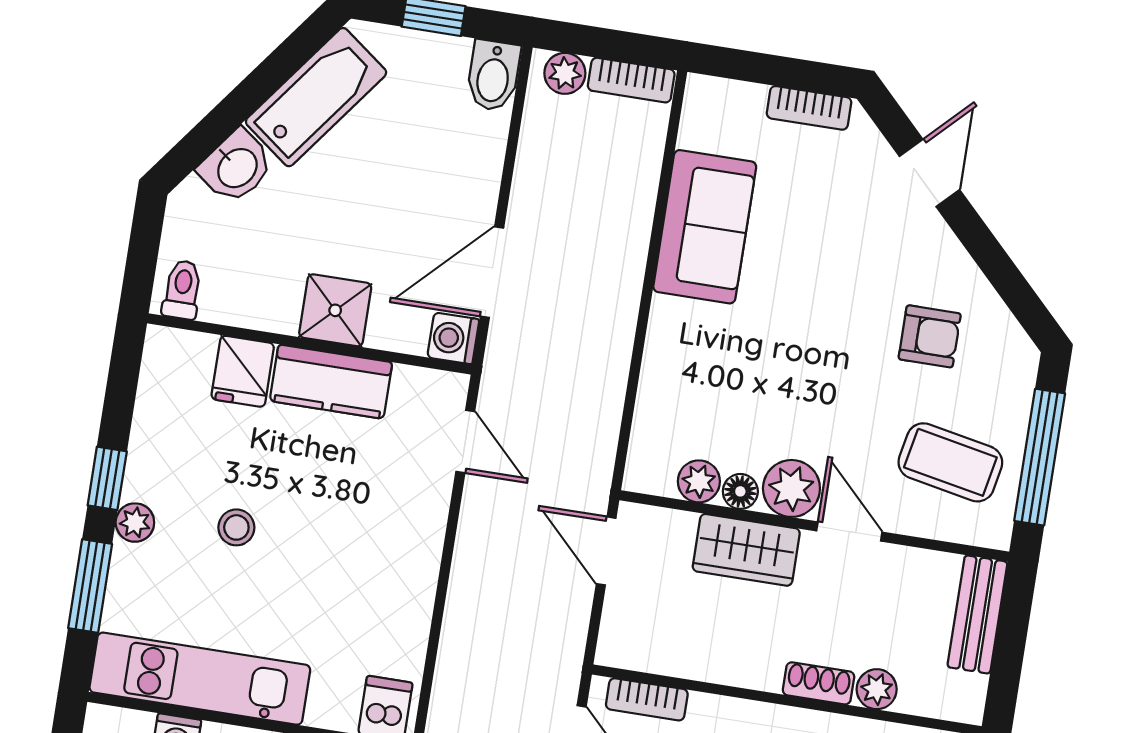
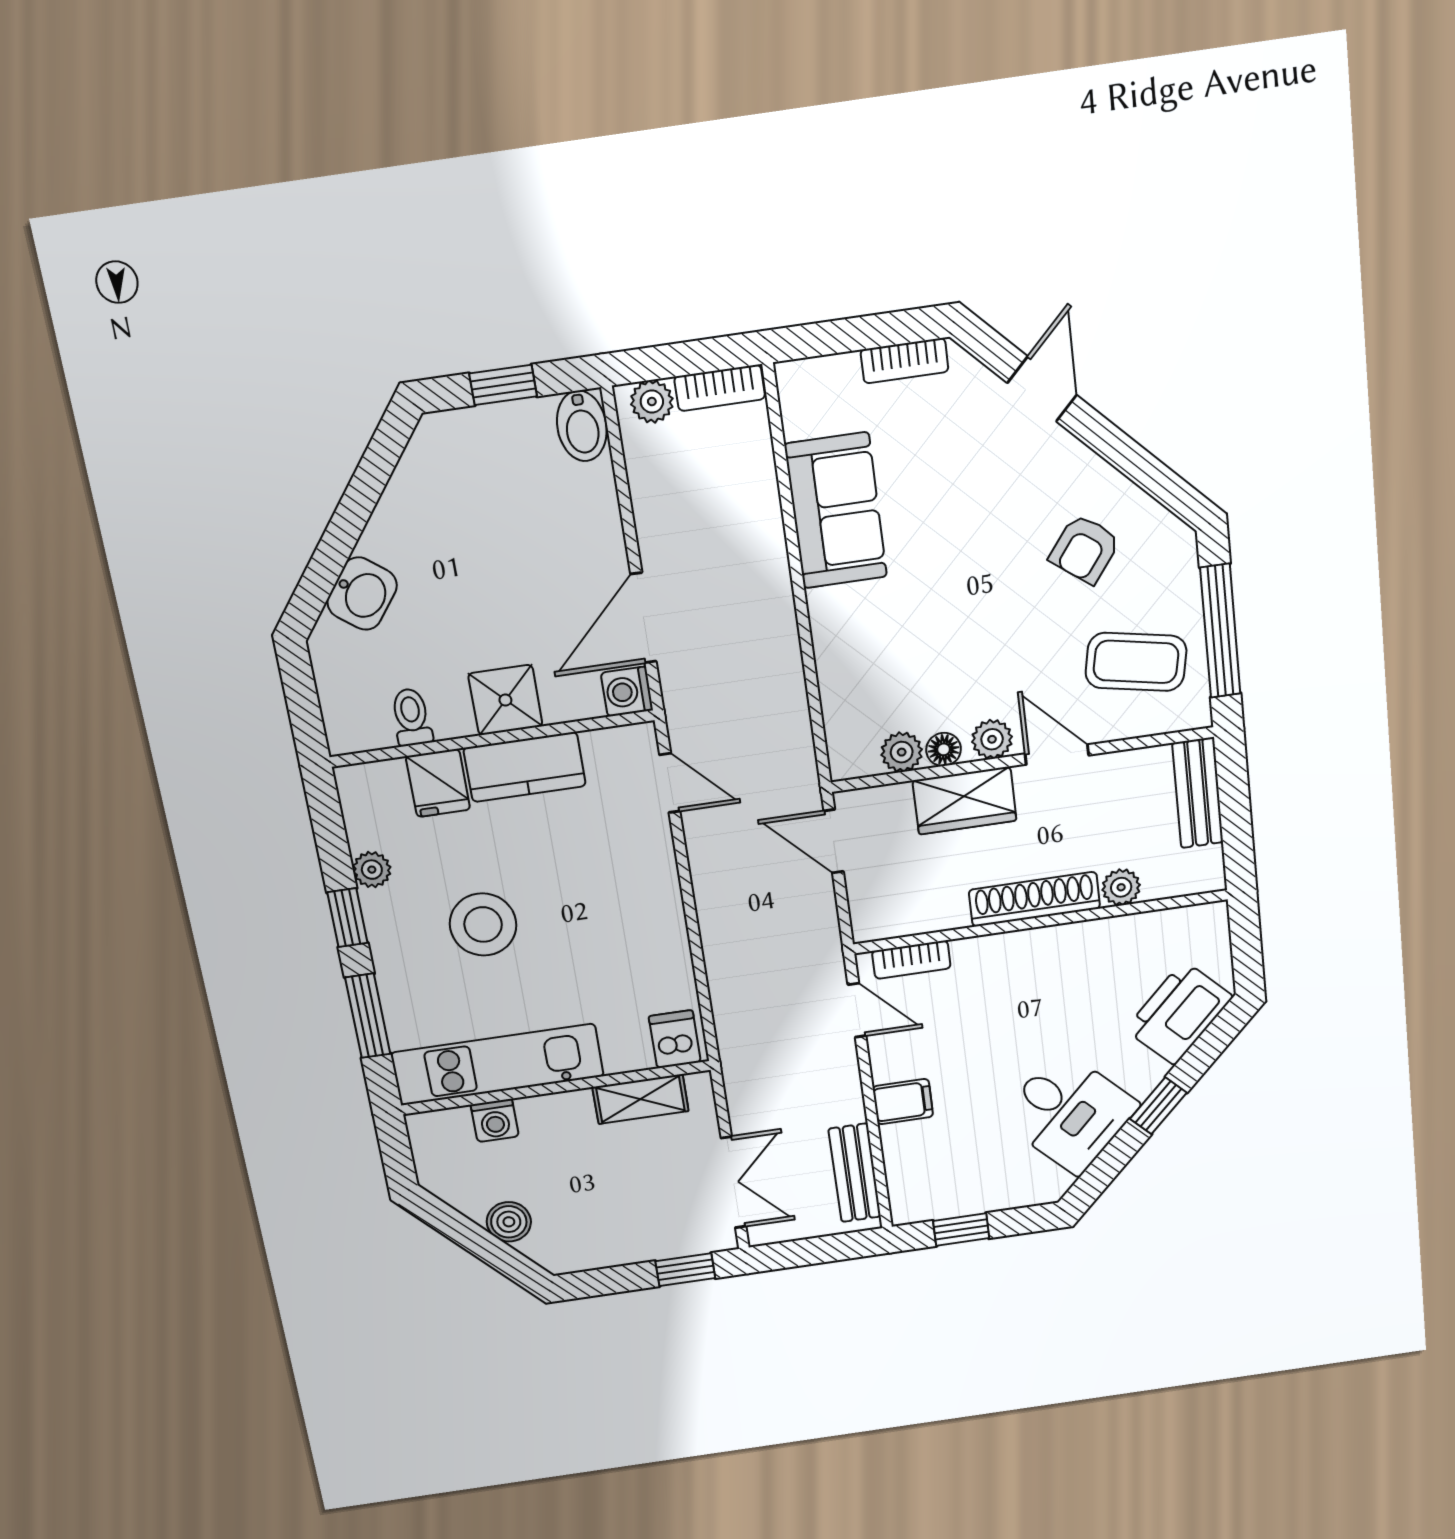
bathtub: (316, 97) -> (415, 502), removed
toilet: (182, 290) -> (411, 717), moved
armchair: (930, 336) -> (1085, 549), turned 127
plant: (791, 488) -> (992, 739), width x0.73, depth x0.73
plant: (135, 523) -> (372, 870), moved
stool: (236, 527) -> (483, 925), width x1.89, depth x1.89
shoe rack: (819, 683) -> (1034, 899), width x1.94, depth x1.24

